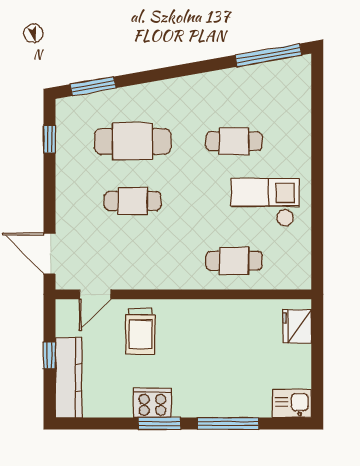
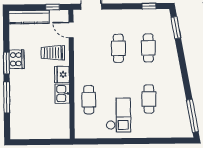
cafe table: (133, 141) -> (148, 48), width x0.73, depth x0.74
fridge: (297, 326) -> (62, 75), moved, turned -90
window: (49, 355) -> (53, 7), moved
kitchen sink: (292, 404) -> (62, 94), moved, turned 180

